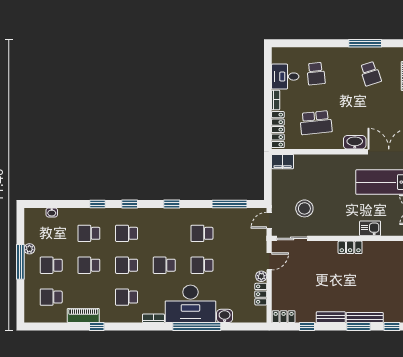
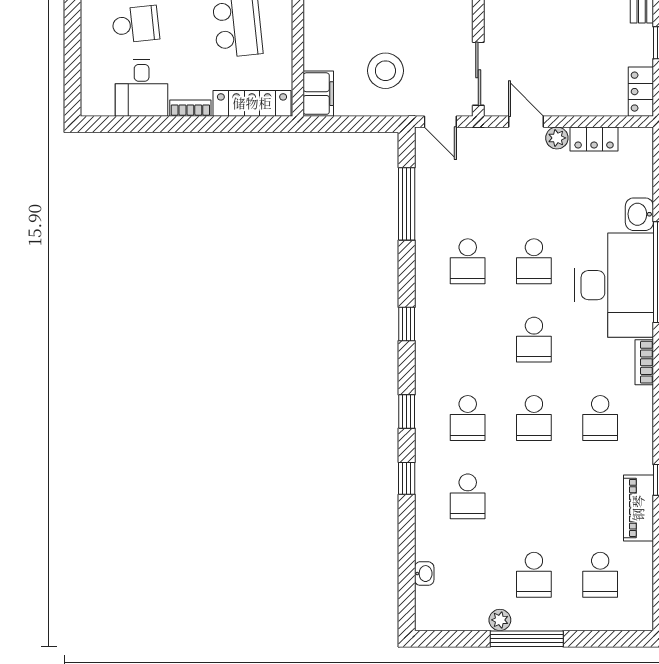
stool: (304, 208) -> (385, 71), moved
school desk: (89, 265) -> (534, 496), removed

